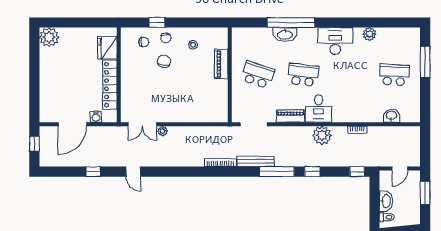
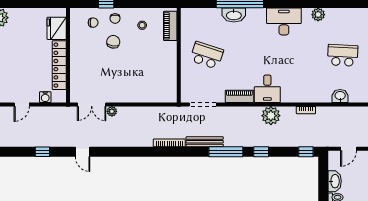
piano: (221, 64) -> (170, 26), moved
school desk: (303, 75) -> (252, 55), removed
door: (72, 124) -> (22, 104), width x0.53

